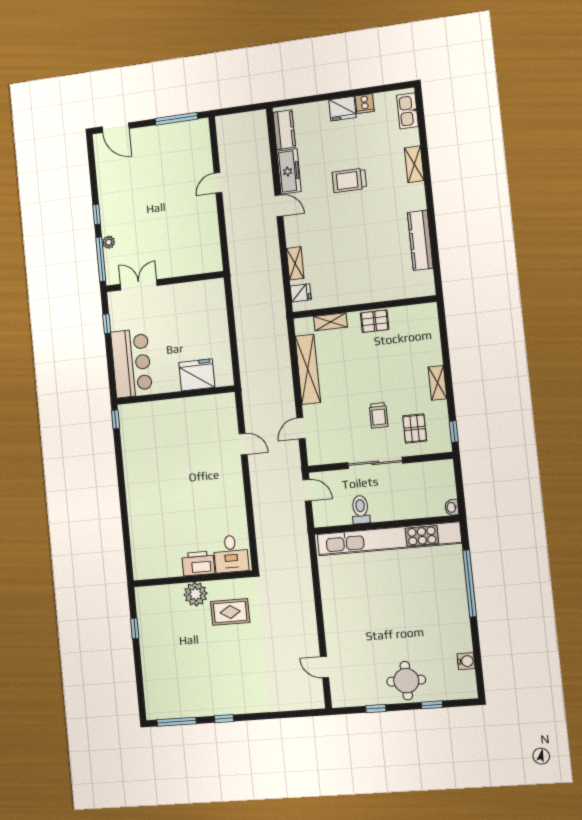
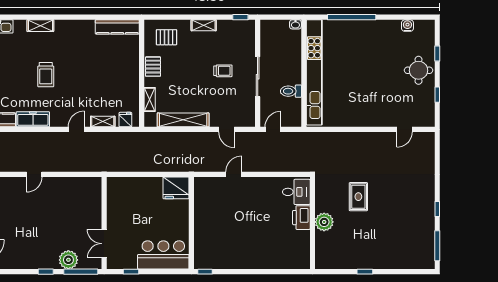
door: (218, 183) -> (34, 174), hinge flipped
door: (279, 206) -> (76, 129), moved
kitchen counter: (420, 240) -> (117, 27), moved
plant: (109, 242) -> (68, 260), width x1.88, depth x1.88
fridge: (197, 375) -> (176, 188), moved, turned -90
pallet: (415, 428) -> (166, 37), moved
desk: (231, 554) -> (296, 192), moved
printer: (198, 563) -> (301, 218), moved
wall: (193, 579) -> (312, 223), moved
plant: (196, 594) -> (324, 222), moved

